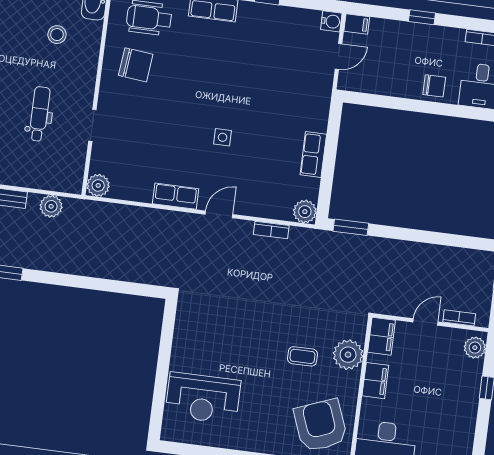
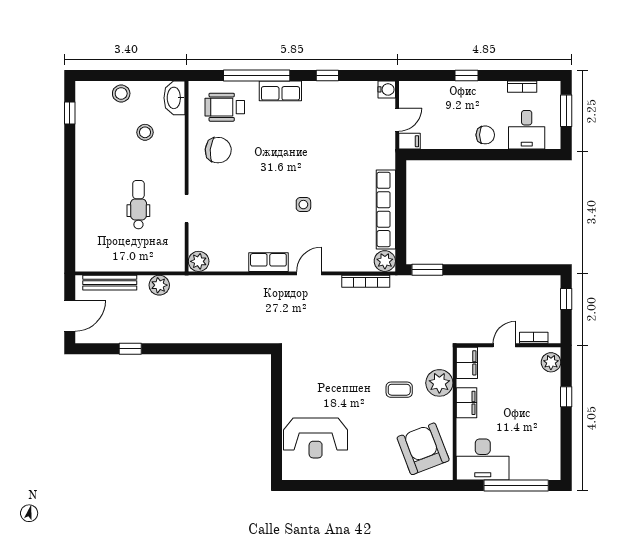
filing cabinet: (357, 24) -> (410, 141), moved
row of seats: (313, 155) -> (386, 209), width x2.02
bookcase: (271, 230) -> (366, 281), width x1.56

